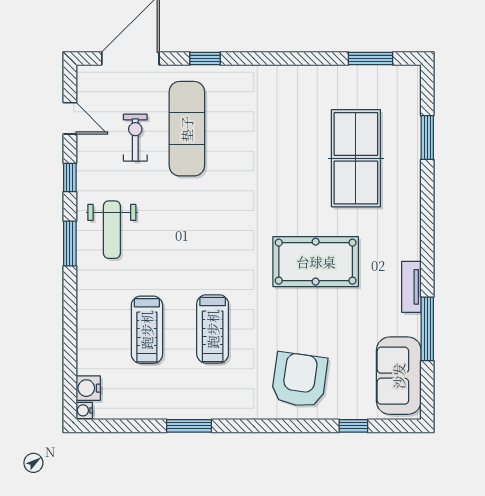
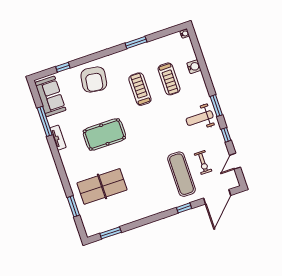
door: (70, 118) -> (235, 161), hinge flipped
table tennis table: (356, 158) -> (102, 186), turned 90
weight bench: (112, 230) -> (200, 118), turned -90
treadmill: (147, 330) -> (169, 79), turned 180
water cooler: (88, 388) -> (194, 67), moved

